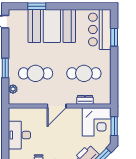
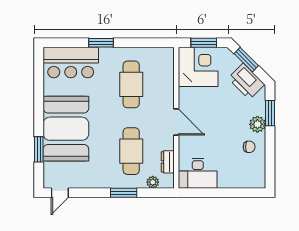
window: (114, 37) -> (101, 43), moved
dresser: (85, 100) -> (168, 162), moved
desk: (19, 135) -> (198, 173), moved

